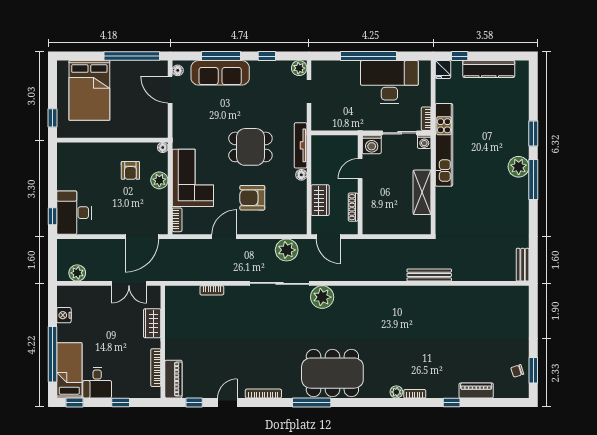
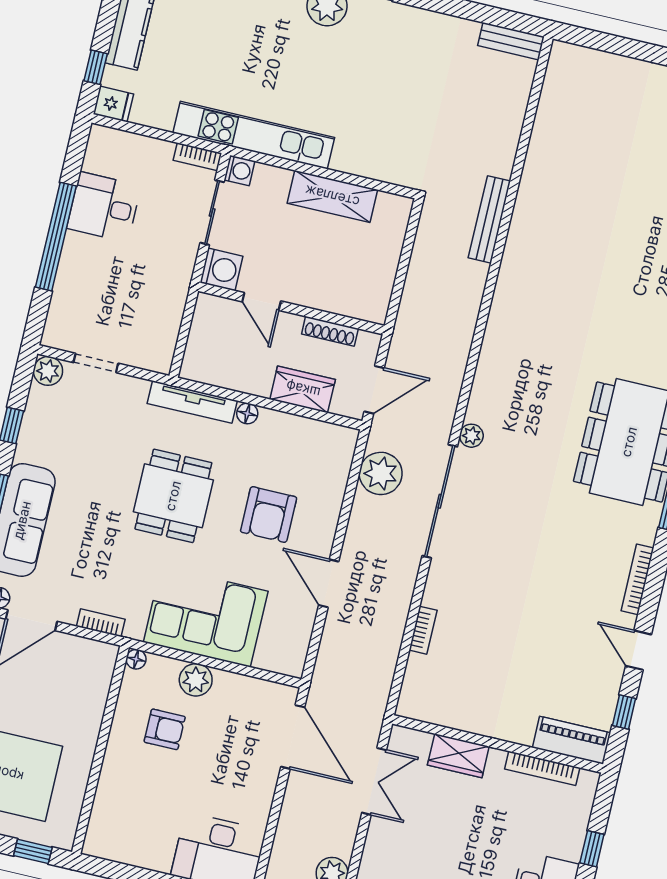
desk: (389, 82) -> (104, 207), width x0.53, depth x0.77
bookcase: (177, 220) -> (101, 623), moved
plant: (322, 297) -> (471, 436), width x0.53, depth x0.53

